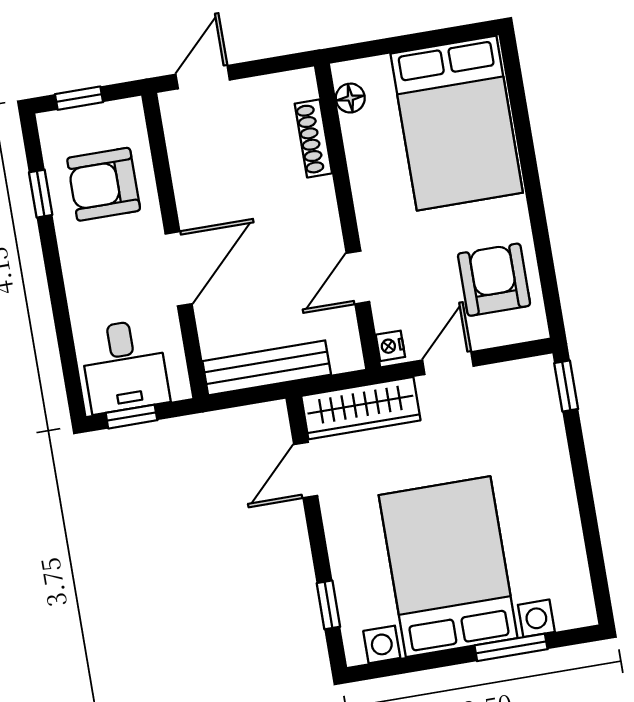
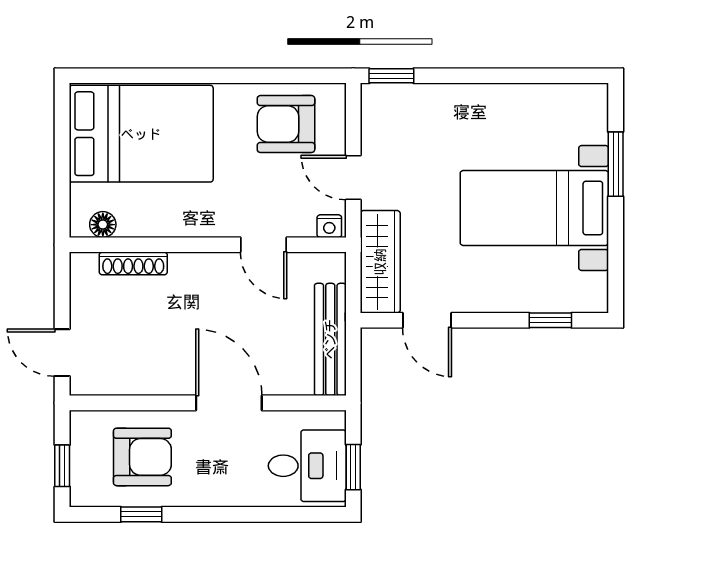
armchair: (104, 184) -> (142, 457), turned -90
bed with nightstands: (448, 567) -> (534, 208), width x0.73

